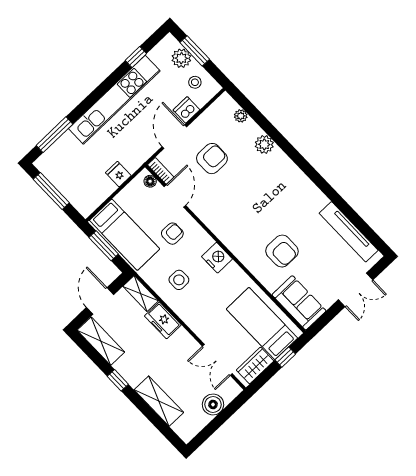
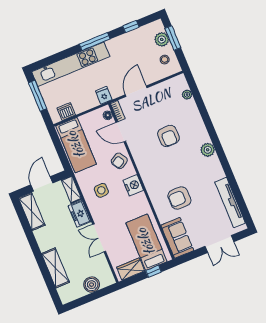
kitchen unit: (114, 100) -> (71, 64), moved
dishwasher: (187, 110) -> (66, 112), moved
window: (54, 135) -> (95, 42), moved
plant: (264, 144) -> (208, 150), moved
armchair: (212, 159) -> (168, 136), moved, turned 90
fridge: (118, 174) -> (104, 95), moved
door: (175, 196) -> (121, 132), swing flipped
armchair: (172, 234) -> (119, 161), moved, turned 149
window: (104, 246) -> (59, 147), removed
armchair: (282, 251) -> (179, 198), turned 90
double door: (217, 360) -> (99, 238), moved
window: (118, 380) -> (33, 243), removed

